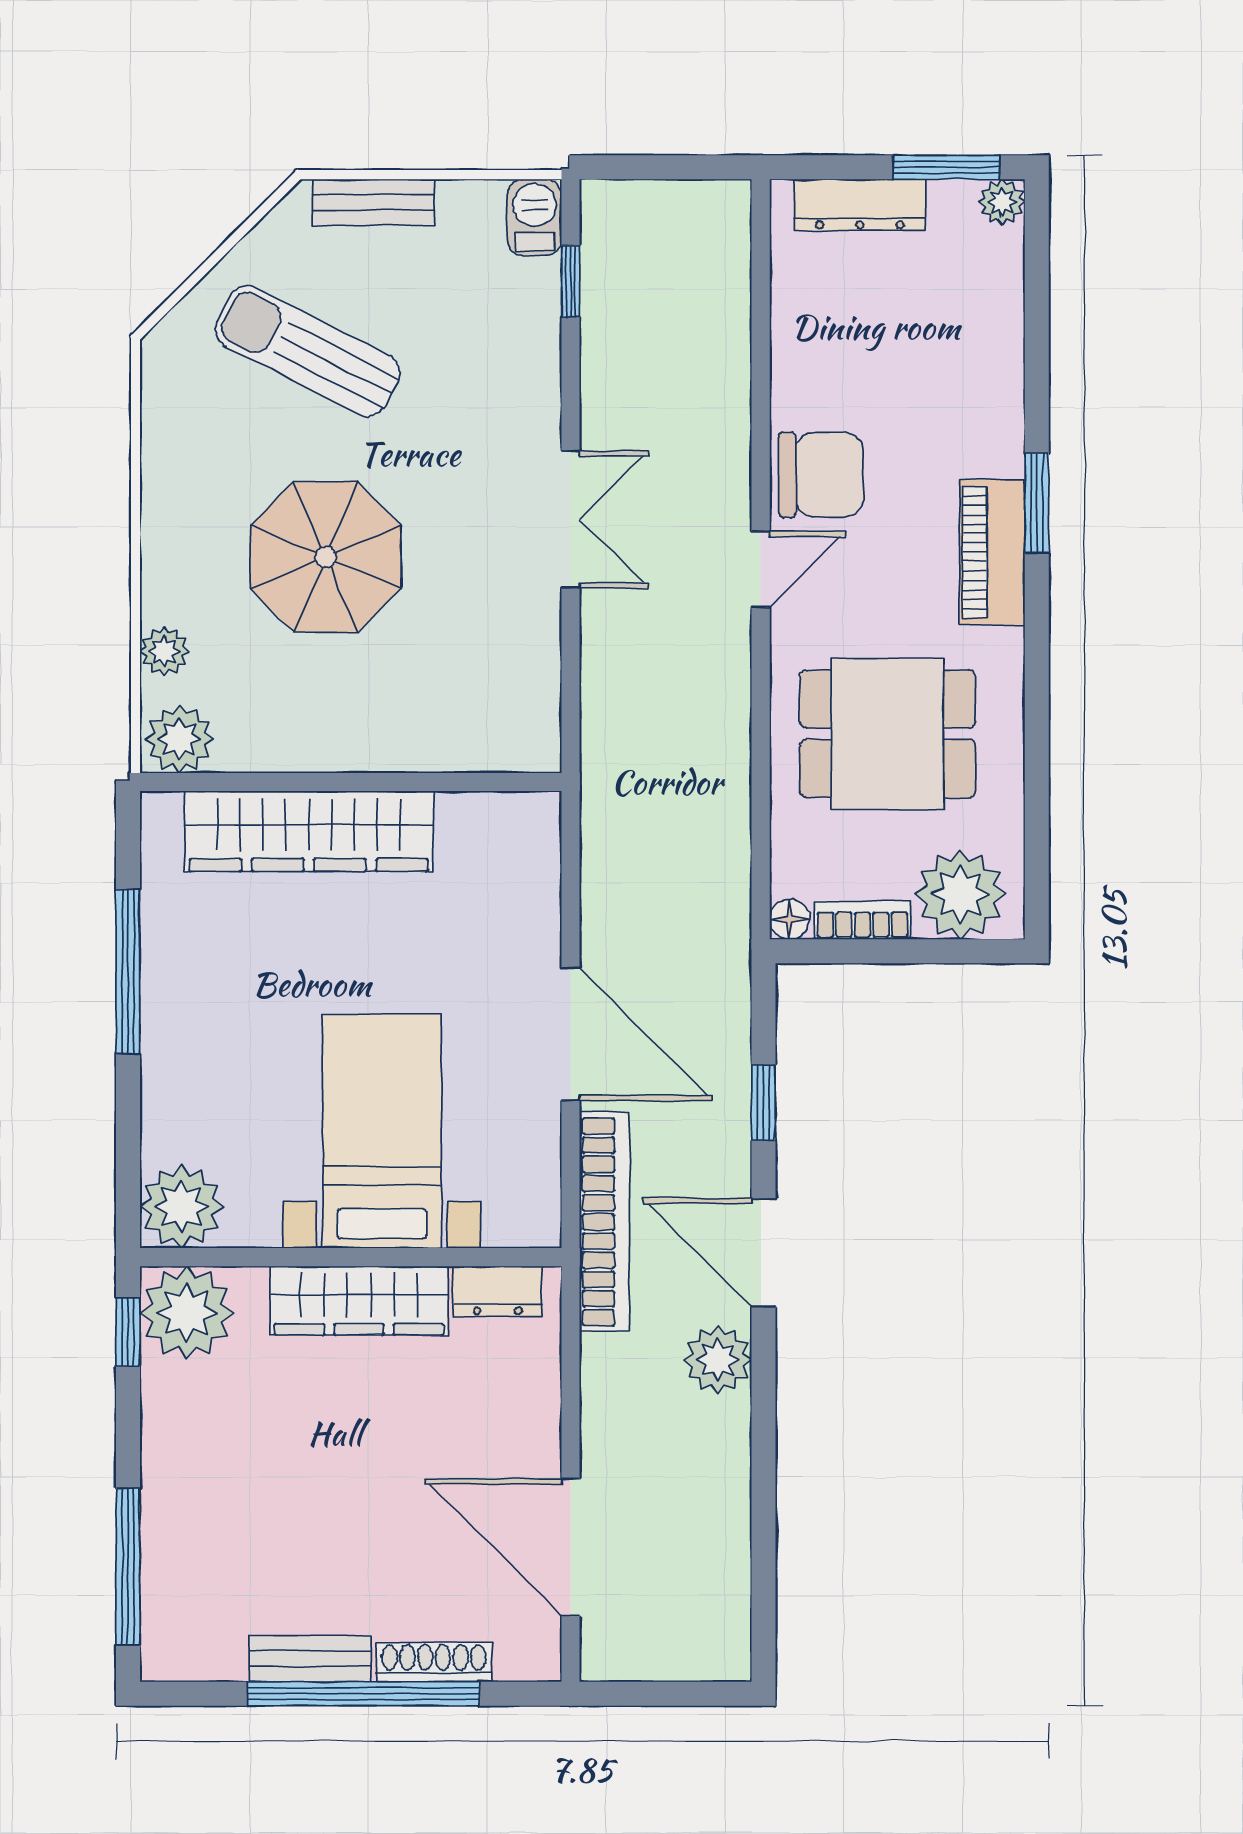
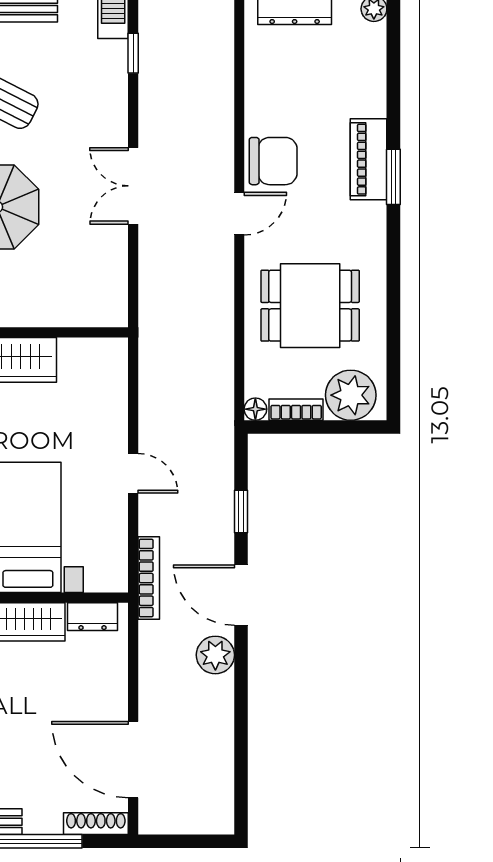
double door: (571, 519) -> (133, 186), swing flipped
piano: (992, 552) -> (369, 159), moved
door: (571, 1034) -> (133, 473), width x0.53
bookcase: (604, 1222) -> (149, 578), width x0.68, depth x0.76
shoe rack: (434, 1662) -> (96, 824), moved

